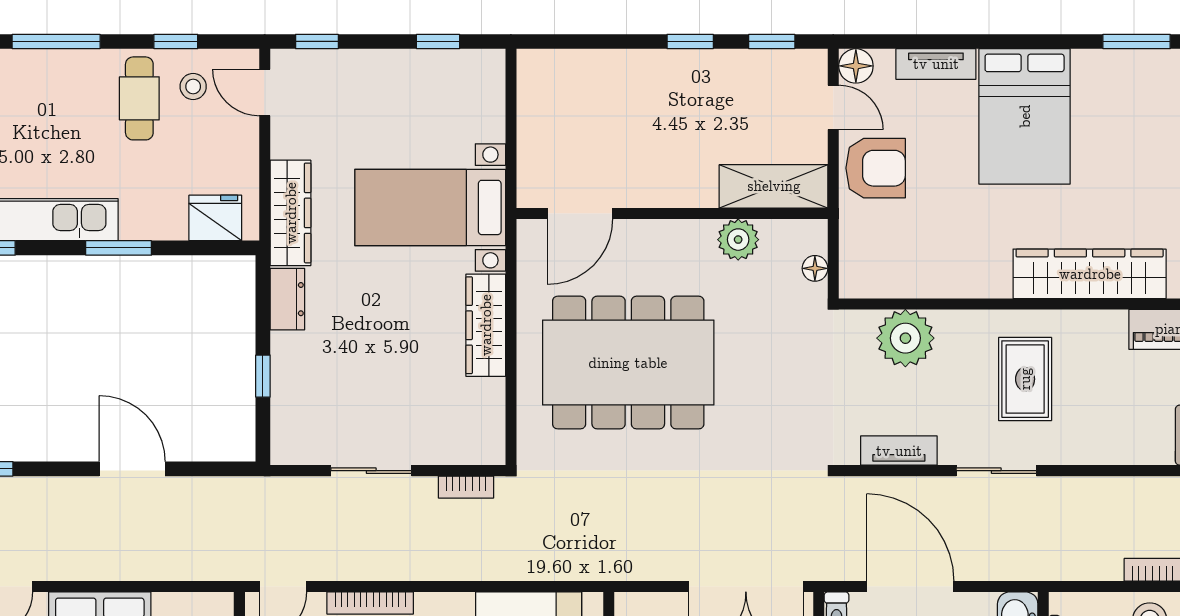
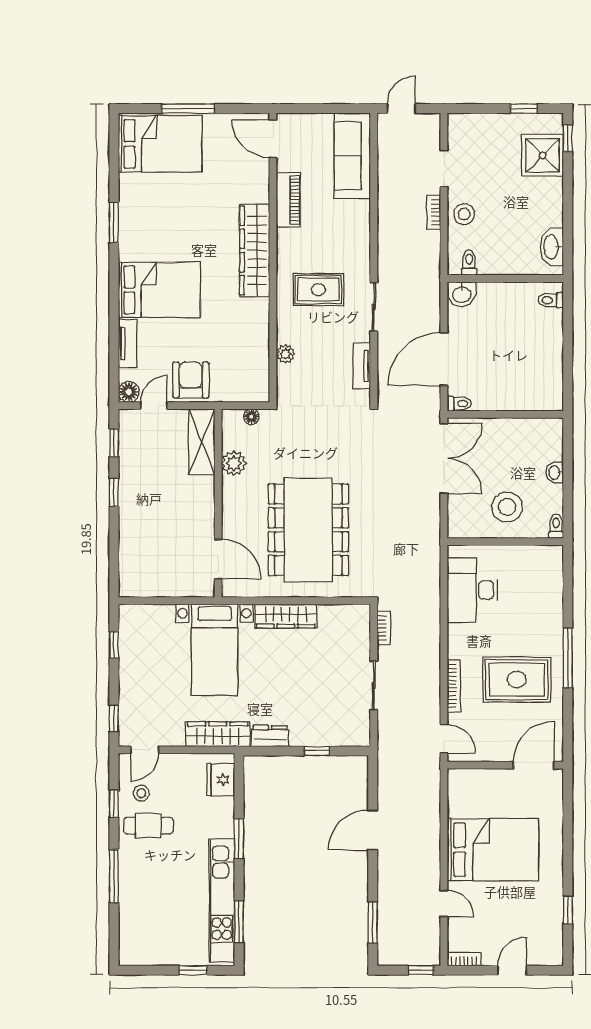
plant: (905, 338) -> (285, 354), width x0.53, depth x0.53

